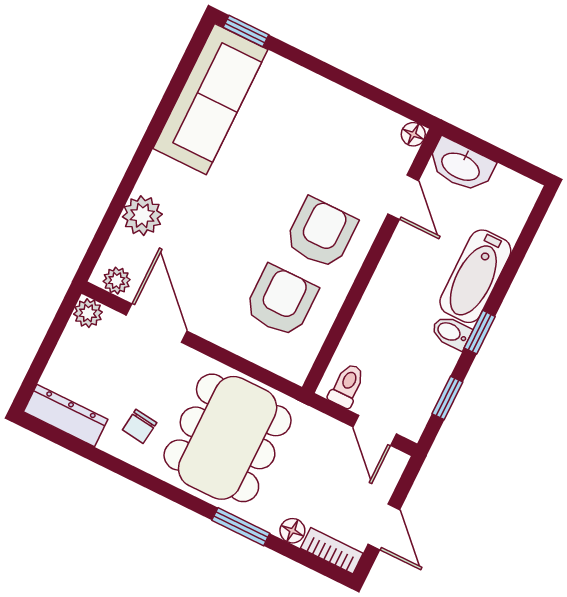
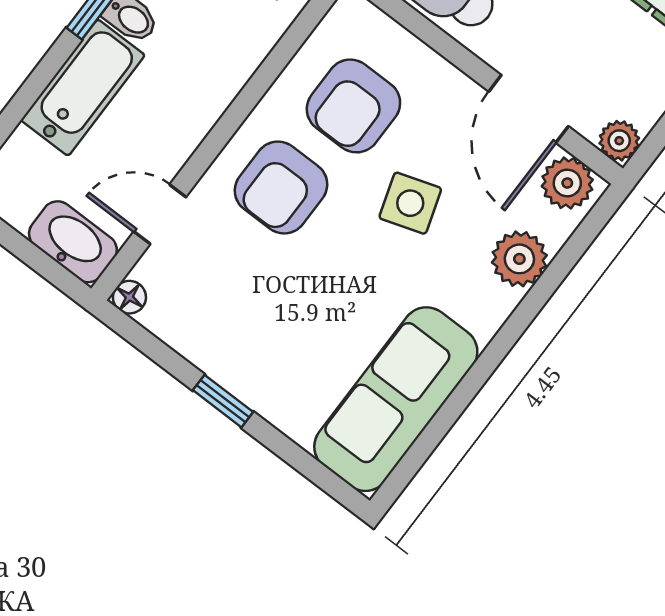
window: (246, 31) -> (223, 401), moved
door: (403, 197) -> (160, 214), hinge flipped
side table: (227, 240) -> (410, 203), added
plant: (117, 281) -> (567, 183), width x1.38, depth x1.38

